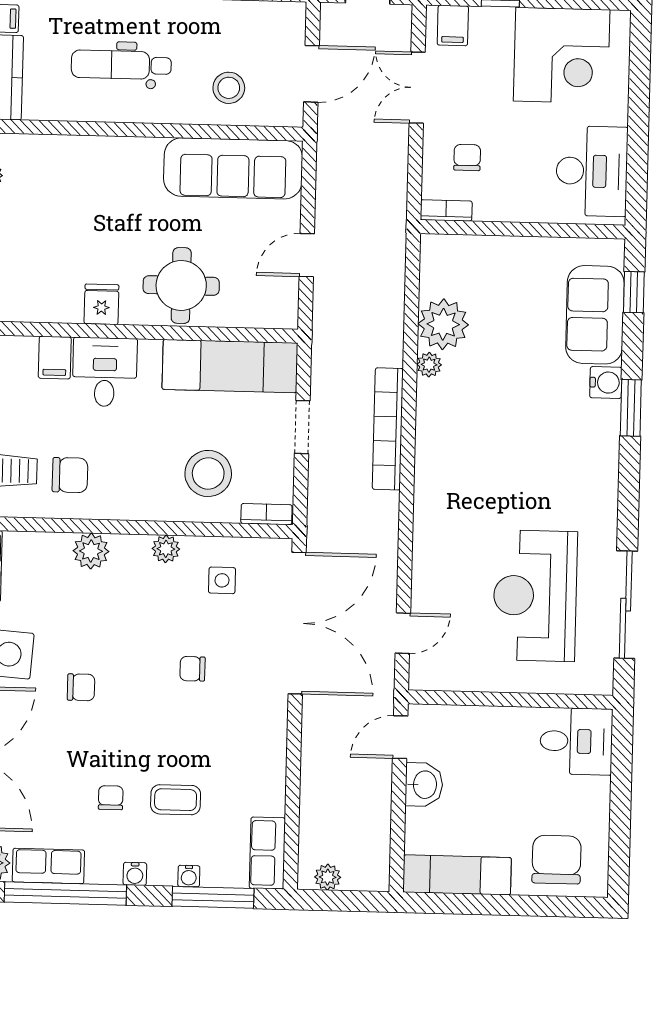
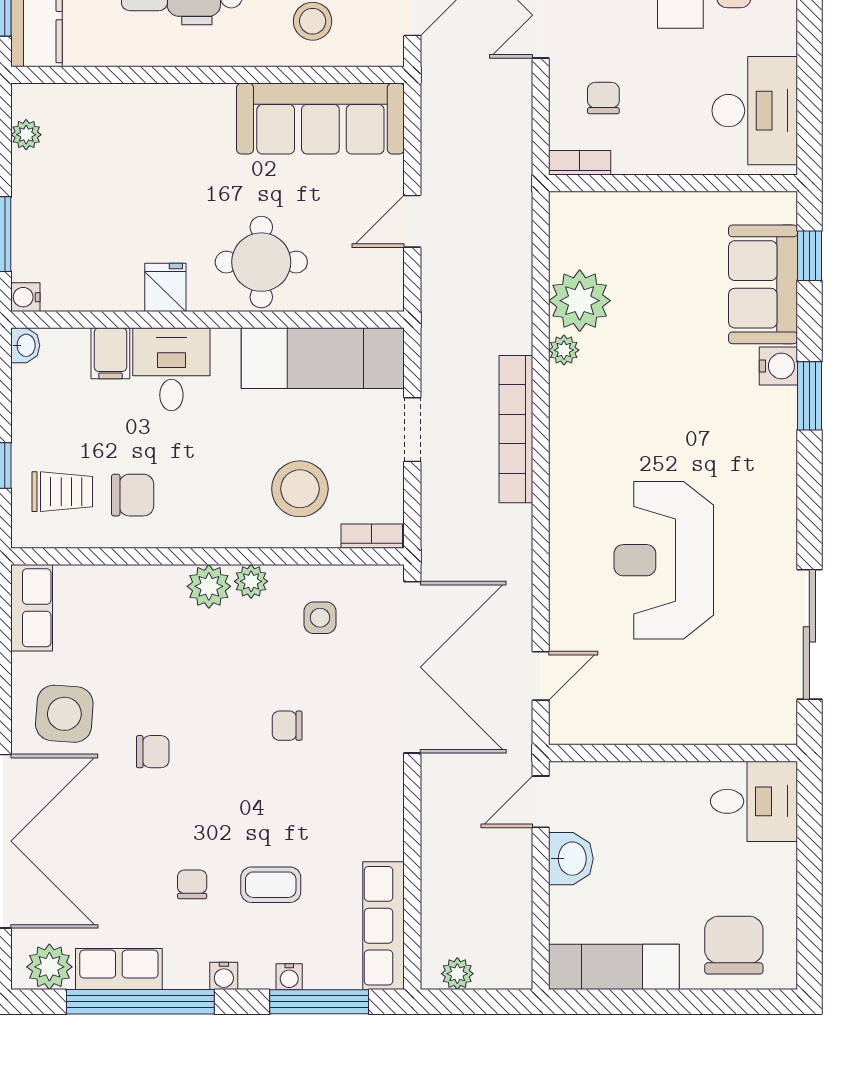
plant: (91, 551) -> (209, 586), moved
reception desk: (535, 596) -> (664, 560), moved
row of seats: (267, 853) -> (383, 926), width x1.48

